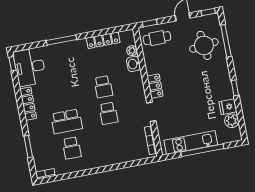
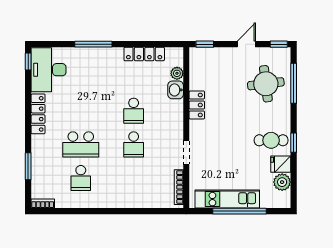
cafe table: (157, 38) -> (271, 140), moved
locker: (155, 86) -> (197, 105), moved

